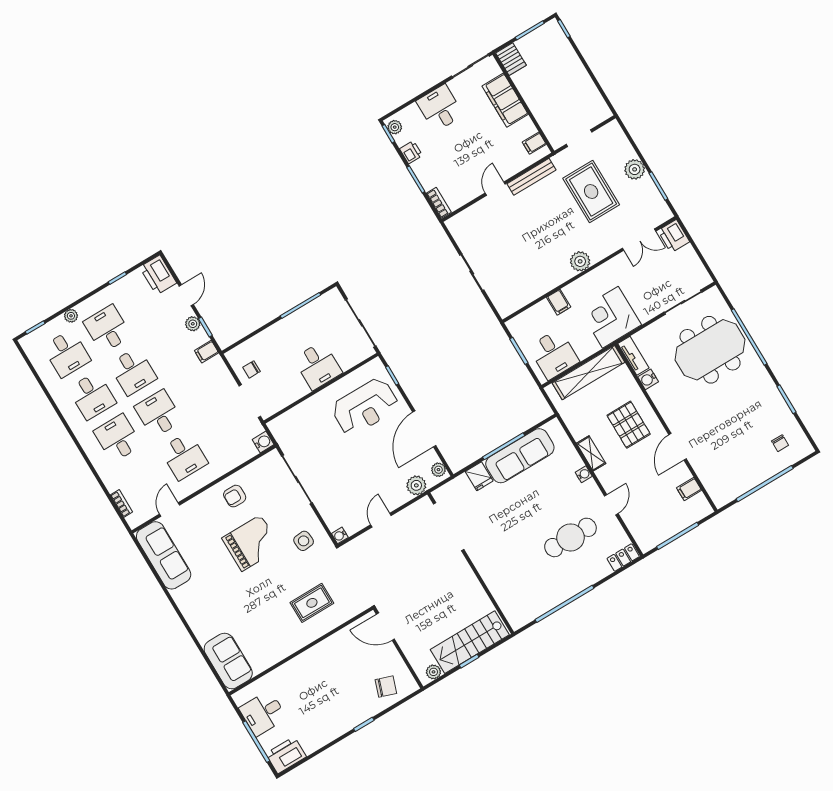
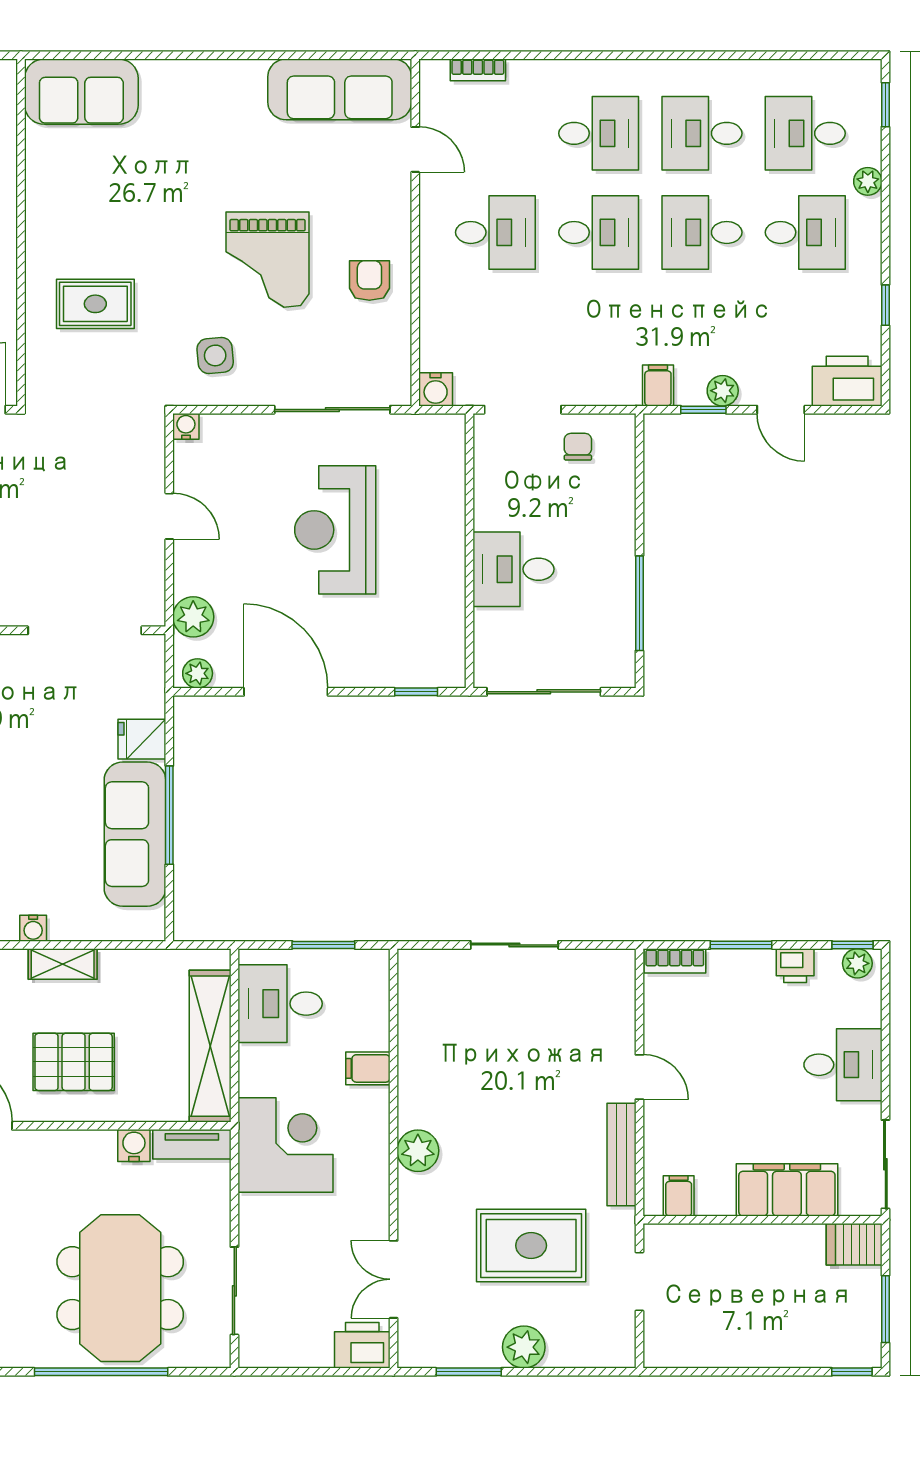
reception desk: (365, 407) -> (335, 530), moved
desk: (184, 456) -> (495, 232), turned 180
rug: (312, 603) -> (95, 304), turned 90

